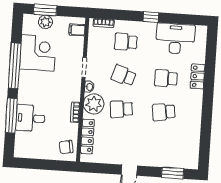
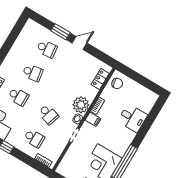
filing cabinet: (77, 30) -> (93, 119), moved
school desk: (121, 109) -> (47, 49), moved
window: (11, 116) -> (146, 127), removed
locker: (87, 136) -> (100, 79), width x0.66
window: (173, 173) -> (61, 32), moved

